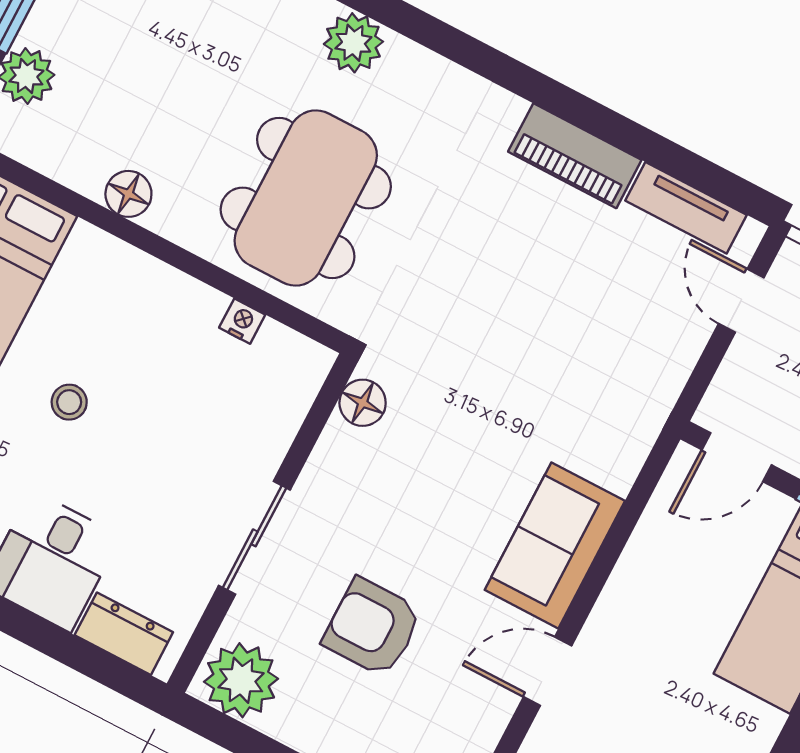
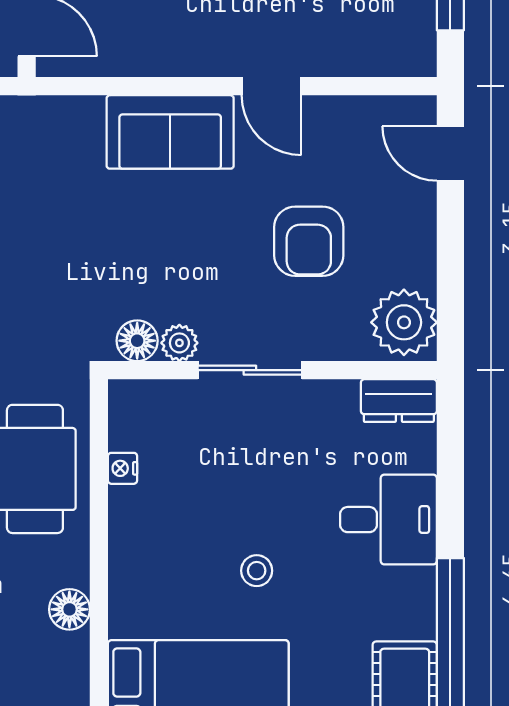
plant: (338, 444) -> (179, 343), added
sliding door: (254, 538) -> (250, 370), moved
dresser: (124, 634) -> (399, 401), moved, turned -90

